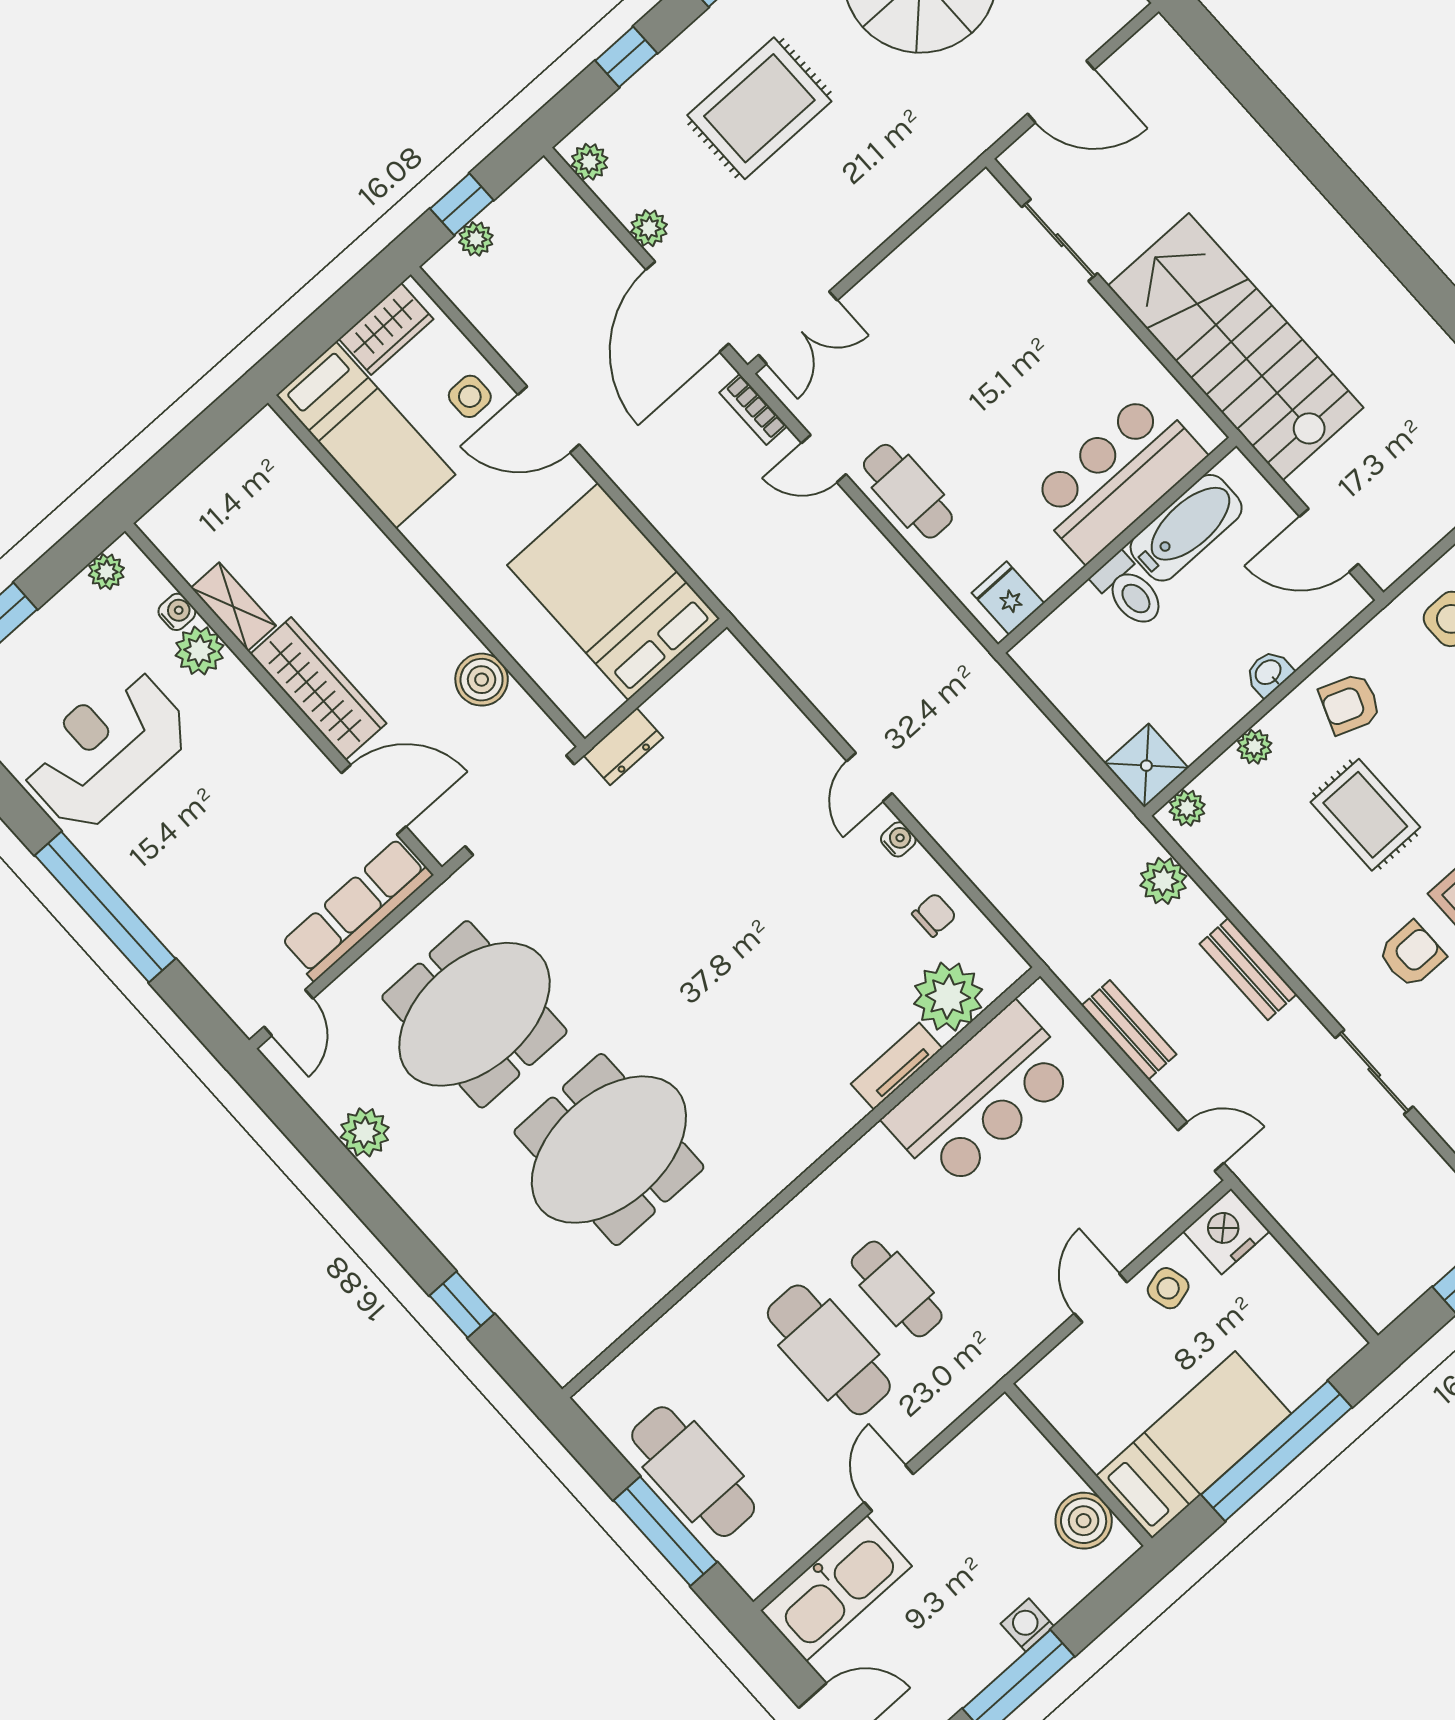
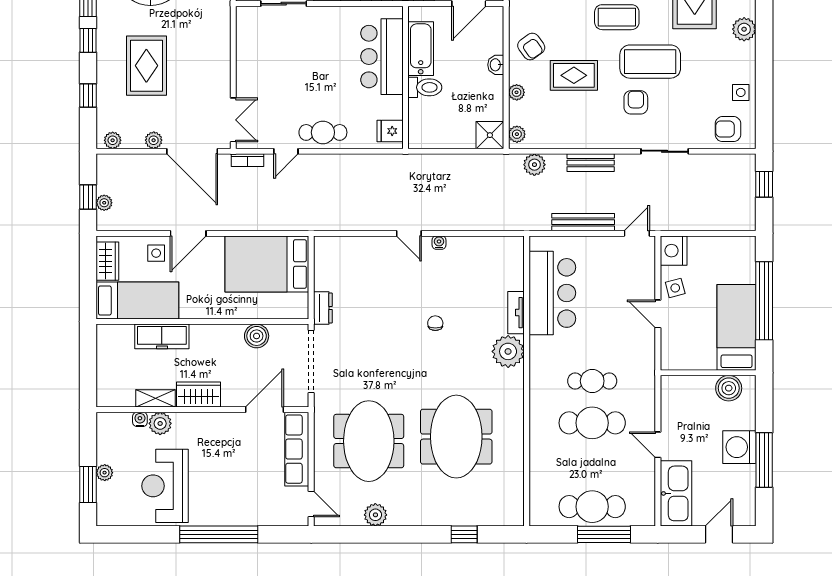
freezer: (343, 527) -> (162, 336), added
plant: (106, 572) -> (105, 473), moved
wardrobe: (318, 689) -> (199, 395), width x0.67
armchair: (1350, 704) -> (531, 47), turned -57
chair: (934, 915) -> (435, 323), moved
plant: (948, 997) -> (508, 351), moved
bench: (1129, 1030) -> (583, 222), width x1.36
washing machine: (1027, 1625) -> (739, 447), width x1.89, depth x1.89

